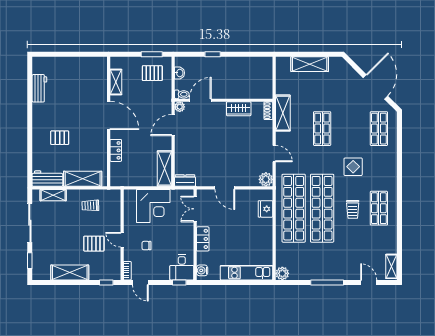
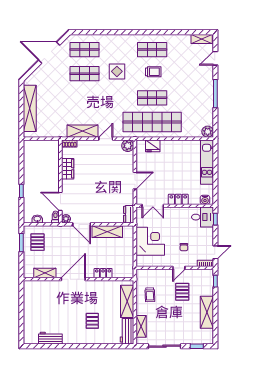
shelving: (310, 64) -> (30, 108), width x1.47
shelving: (283, 113) -> (82, 131), moved
shop shelf: (322, 129) -> (85, 74), moved
shelving: (165, 169) -> (107, 232), moved
shop shelf: (322, 208) -> (152, 98), width x0.50, depth x0.74

